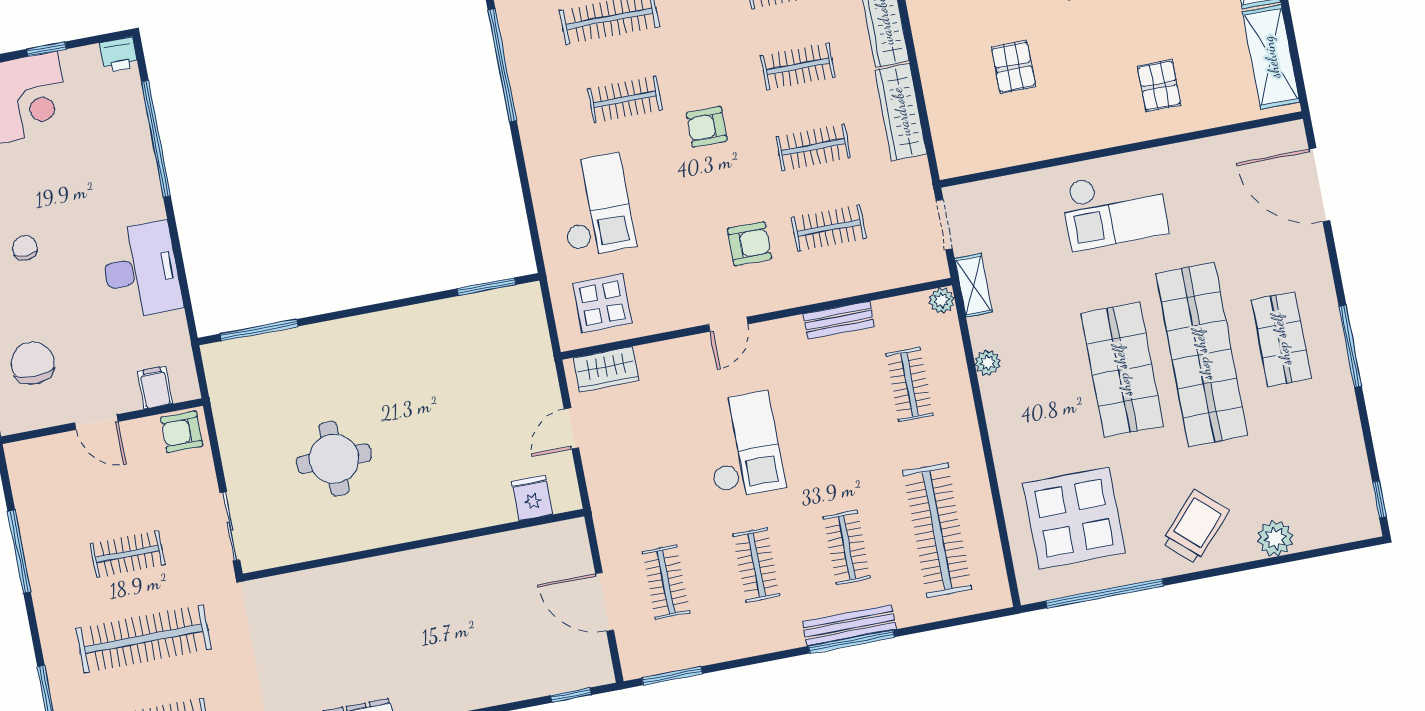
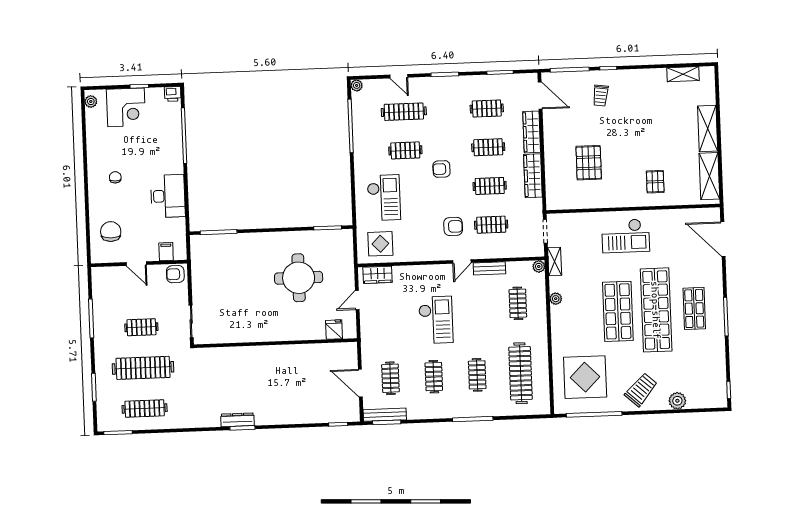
pallet: (1014, 67) -> (589, 163), width x1.50, depth x1.42
door: (728, 324) -> (462, 262), moved
round table: (334, 459) -> (299, 278), moved, width x1.36, depth x1.36
bench: (849, 625) -> (385, 415), moved

